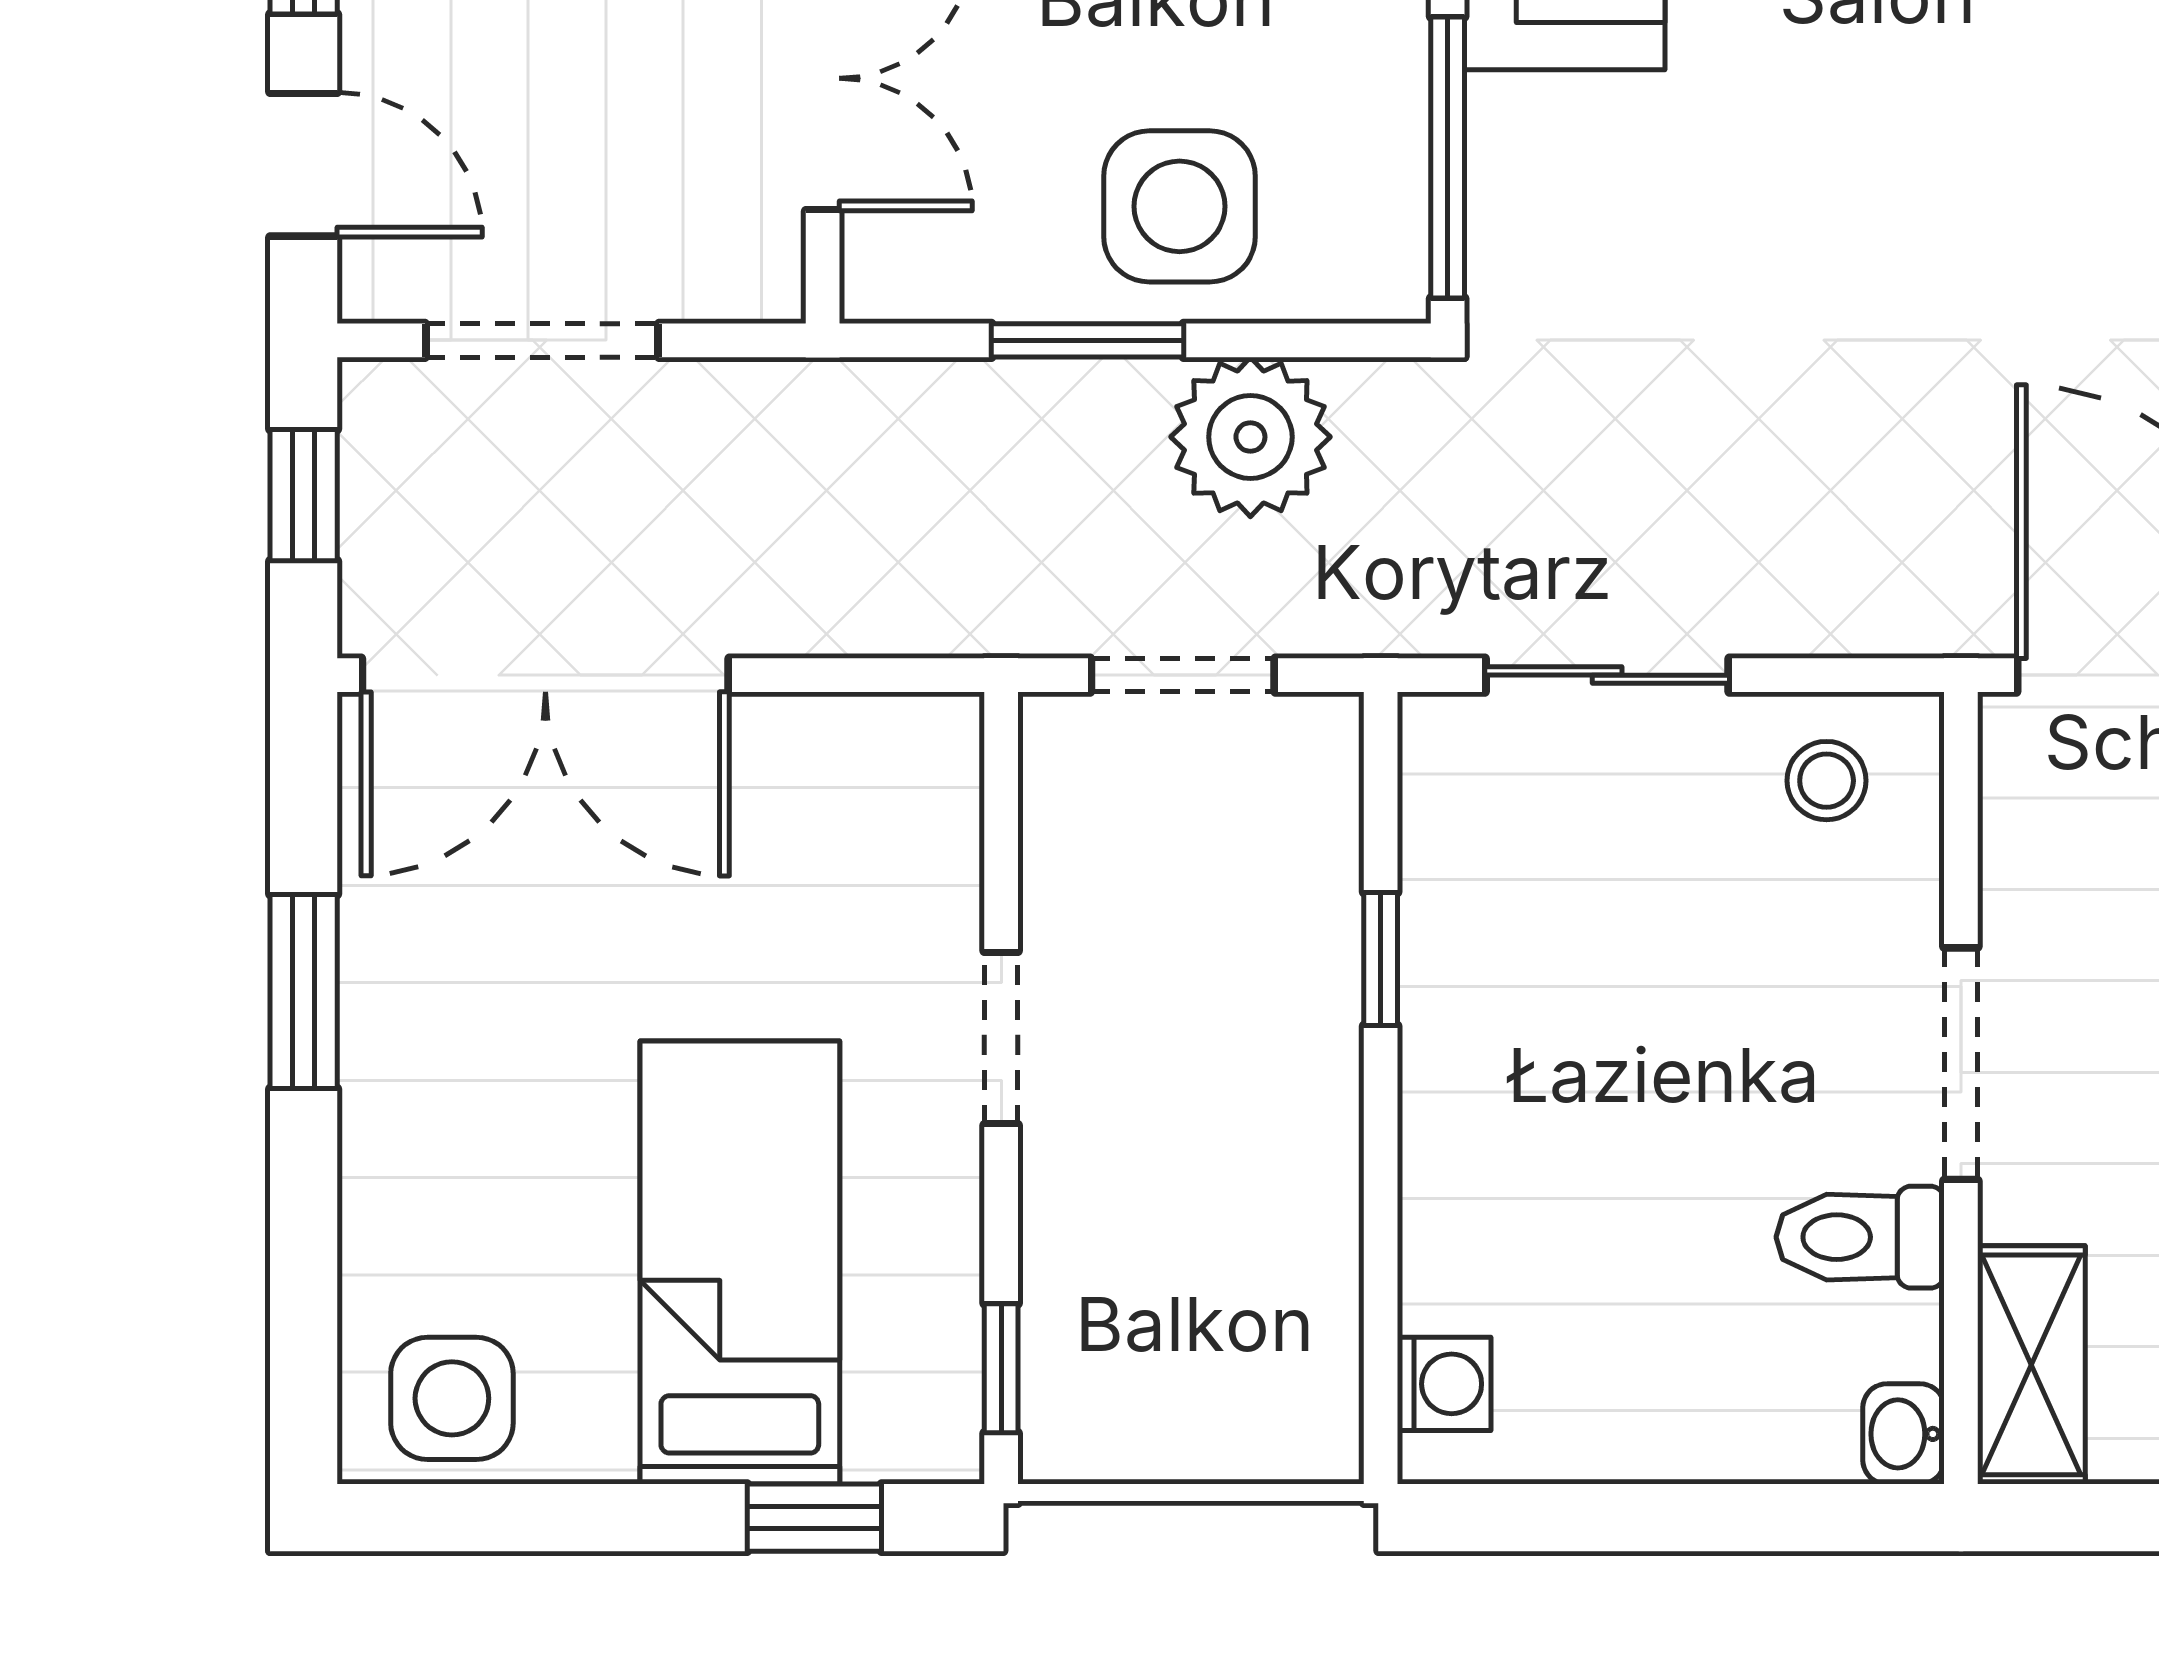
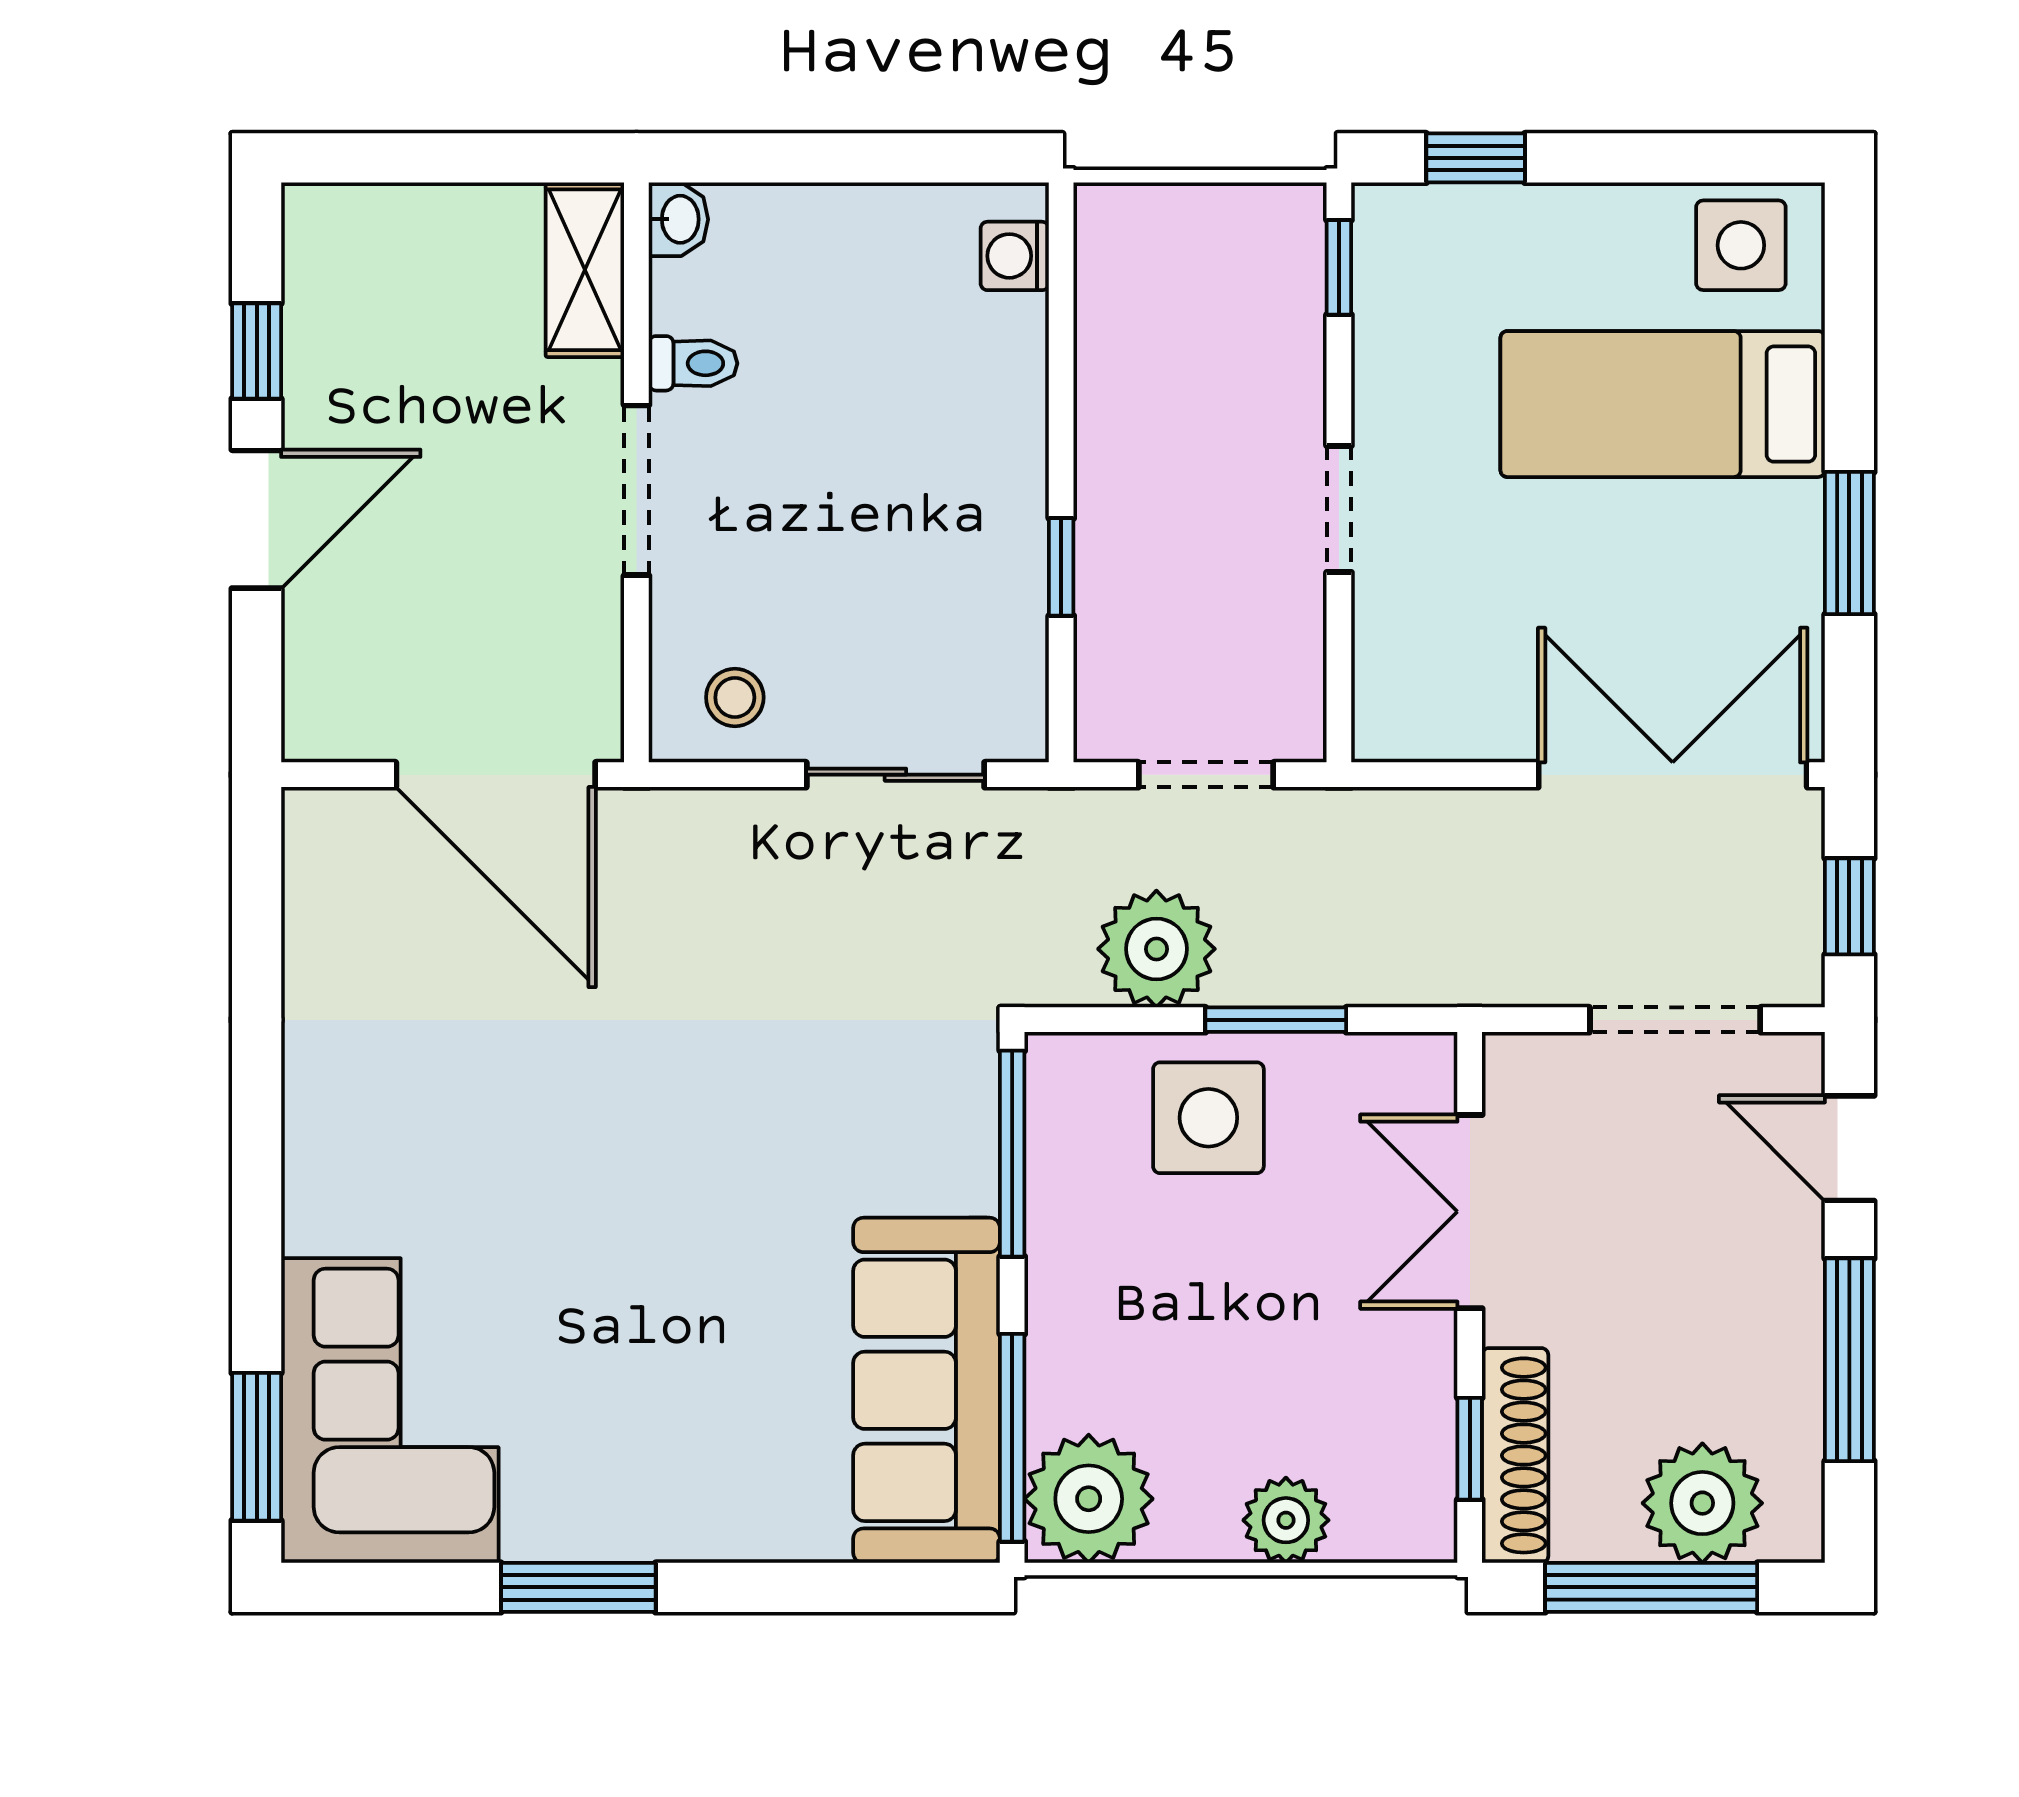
toilet: (1860, 1237) -> (693, 363), width x0.73, depth x0.72
bed: (740, 1263) -> (1663, 404), moved, turned 90

